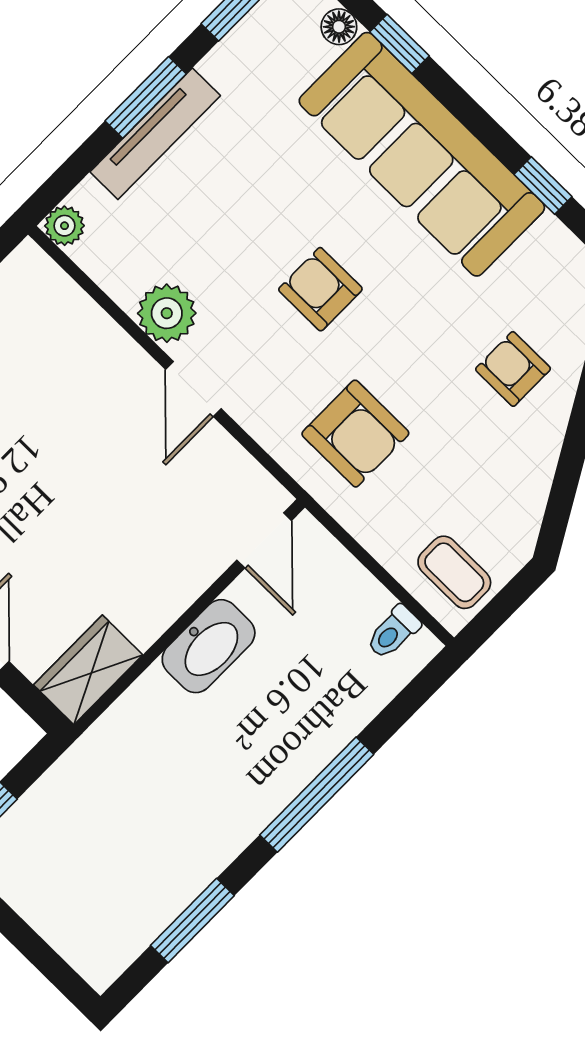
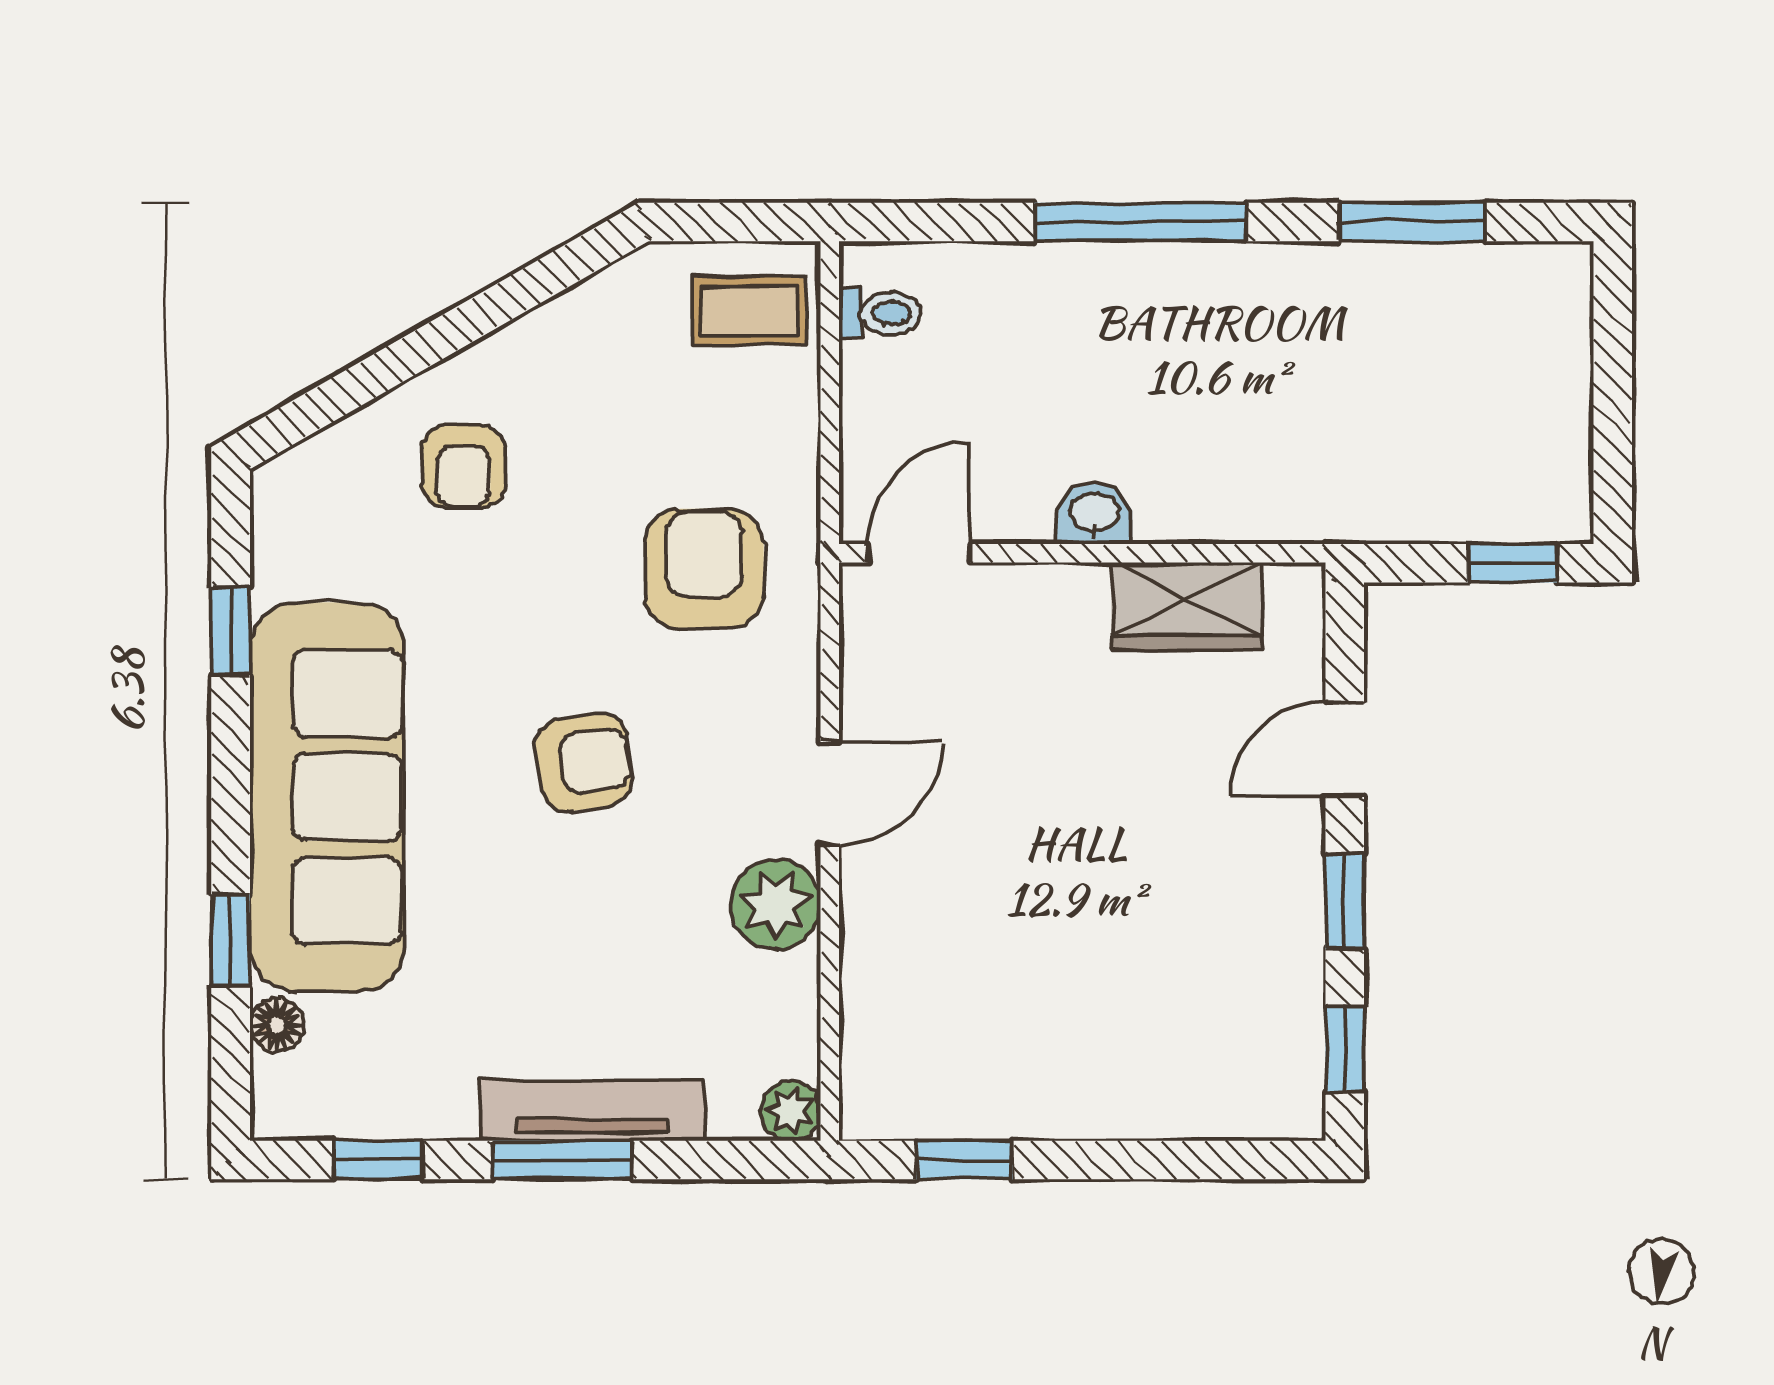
armchair: (320, 289) -> (584, 762), turned -98
coffee table: (454, 572) -> (749, 311), turned 90
washbasin: (209, 646) -> (1095, 514), width x0.52, depth x0.69
wardrobe: (88, 670) -> (1187, 606), moved

